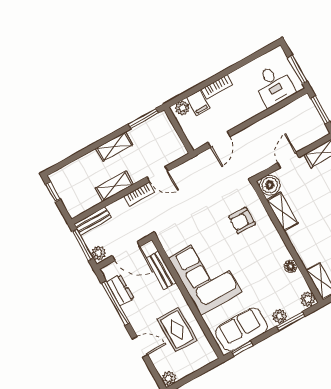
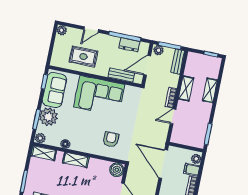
door: (219, 139) -> (163, 164), width x1.88
shelving: (114, 147) -> (210, 90), moved
shelving: (282, 212) -> (76, 160), moved
plant: (280, 316) -> (48, 117), width x1.88, depth x1.88

